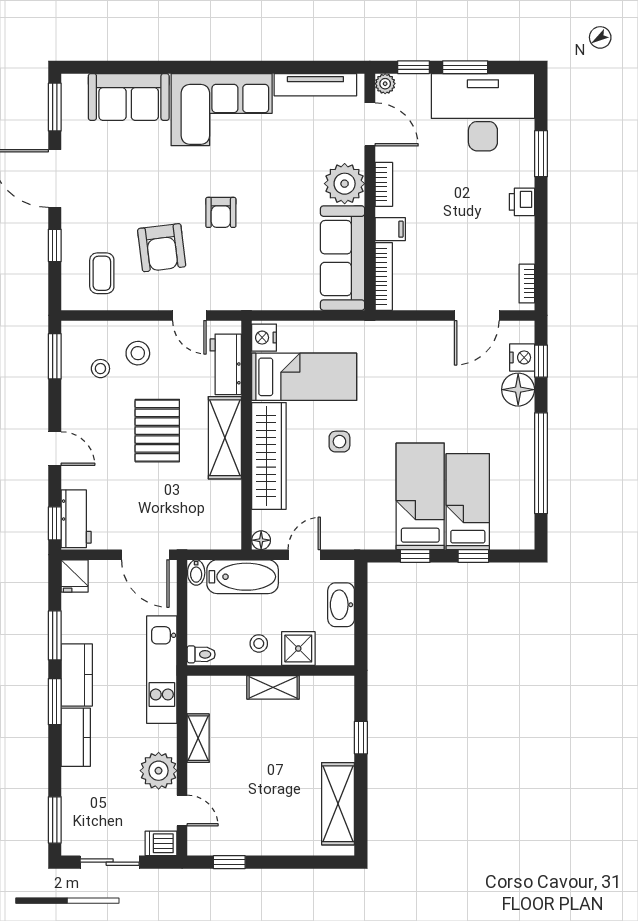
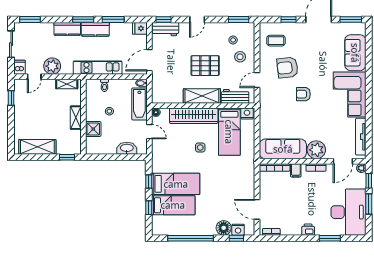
shower: (298, 649) -> (93, 129), moved
wall: (271, 670) -> (83, 117), moved
shelving: (273, 687) -> (76, 118), moved

